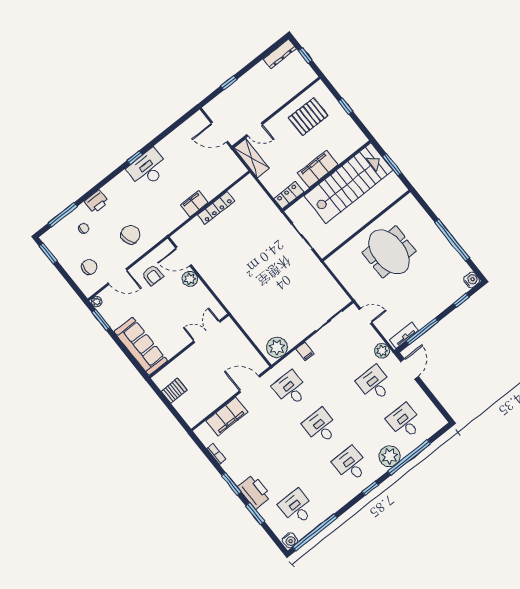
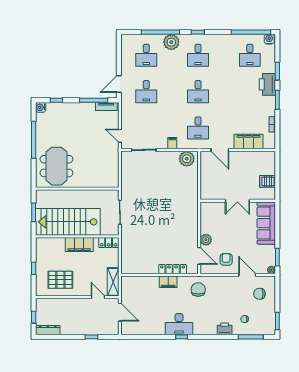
locker: (216, 208) -> (173, 269), moved
chair: (130, 235) -> (198, 290), moved, turned 108
meeting table: (389, 252) -> (56, 166), moved
double door: (207, 332) -> (237, 201), moved
plant: (382, 351) -> (126, 108), removed

